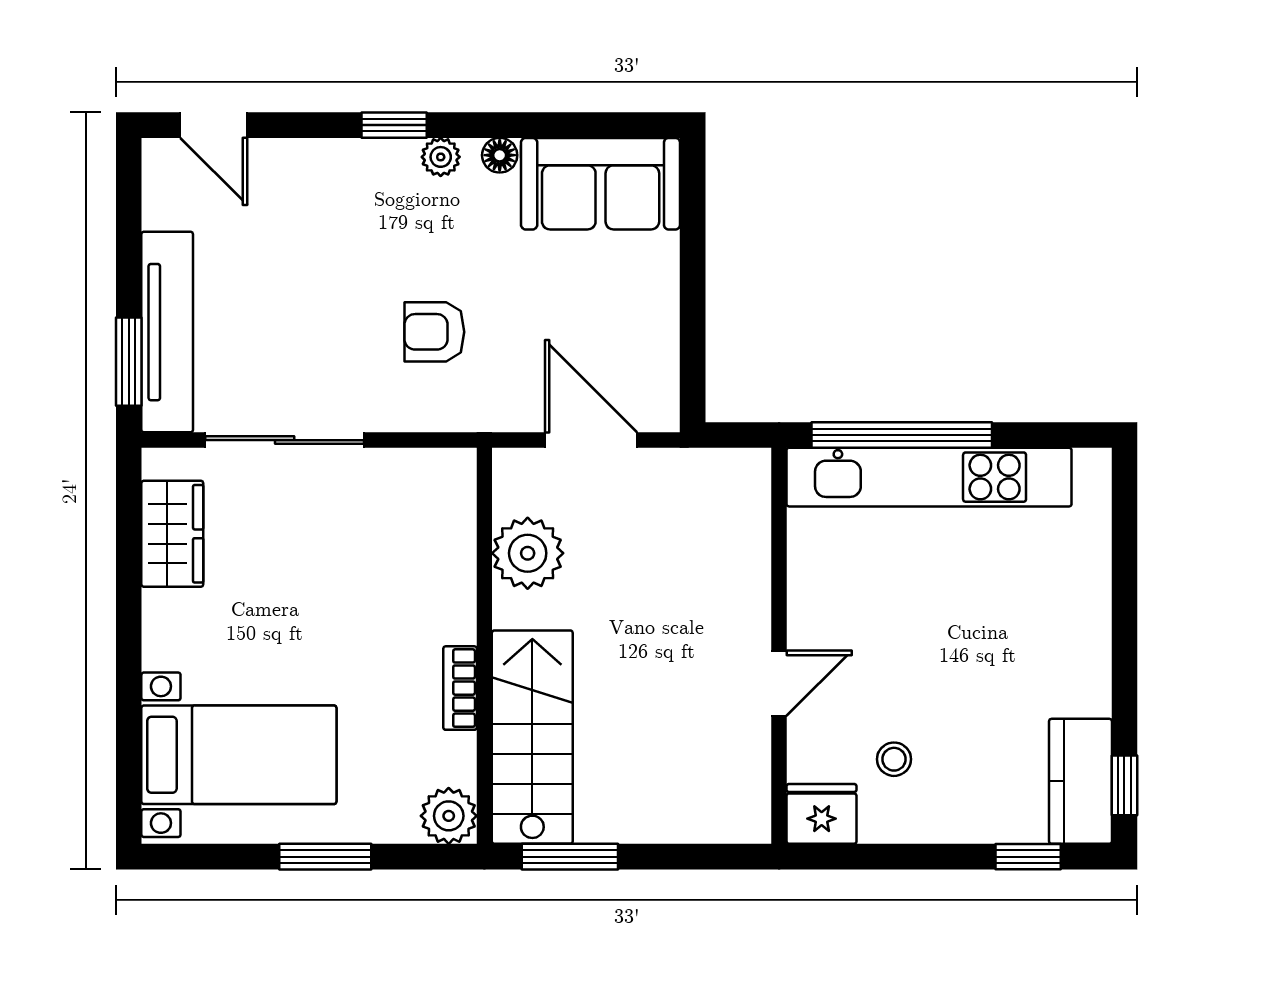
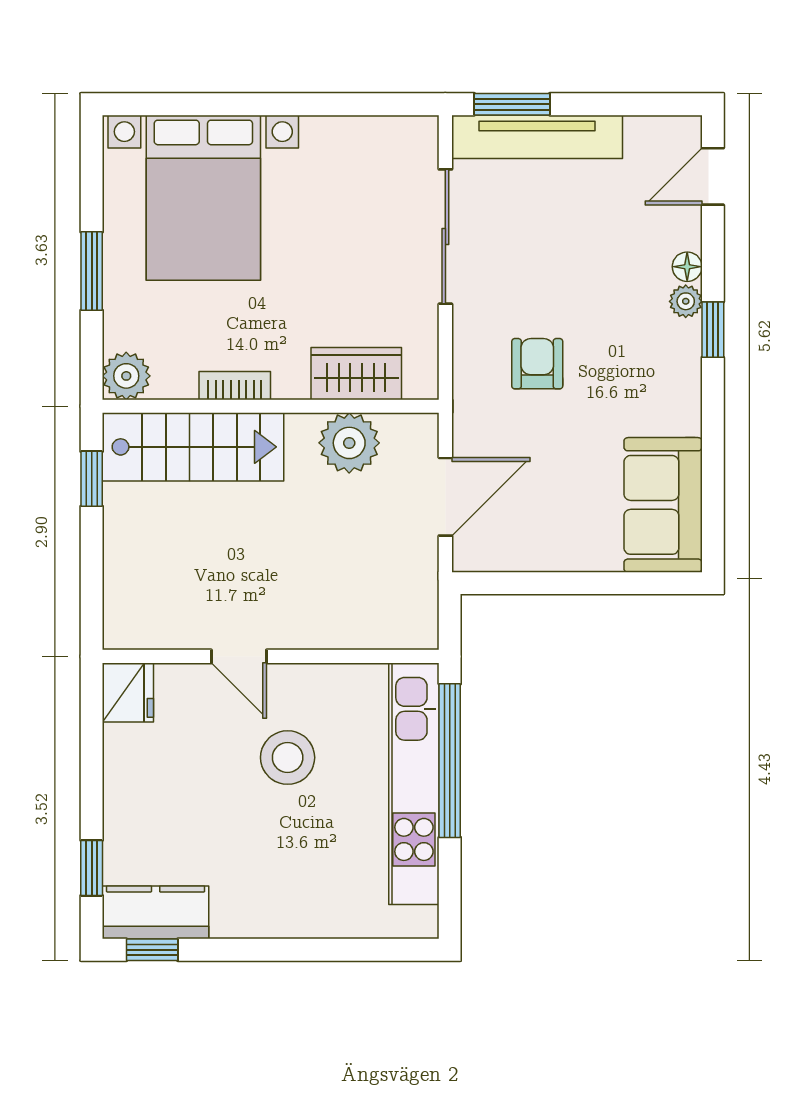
floor lamp: (500, 155) -> (687, 267), moved
plant: (441, 157) -> (686, 301), moved
wardrobe: (172, 534) -> (356, 374), moved, turned 180
bed with nightstands: (239, 755) -> (203, 198), width x1.36
stool: (894, 759) -> (288, 758), moved, width x1.89, depth x1.89
window: (570, 857) -> (92, 479), width x0.67

